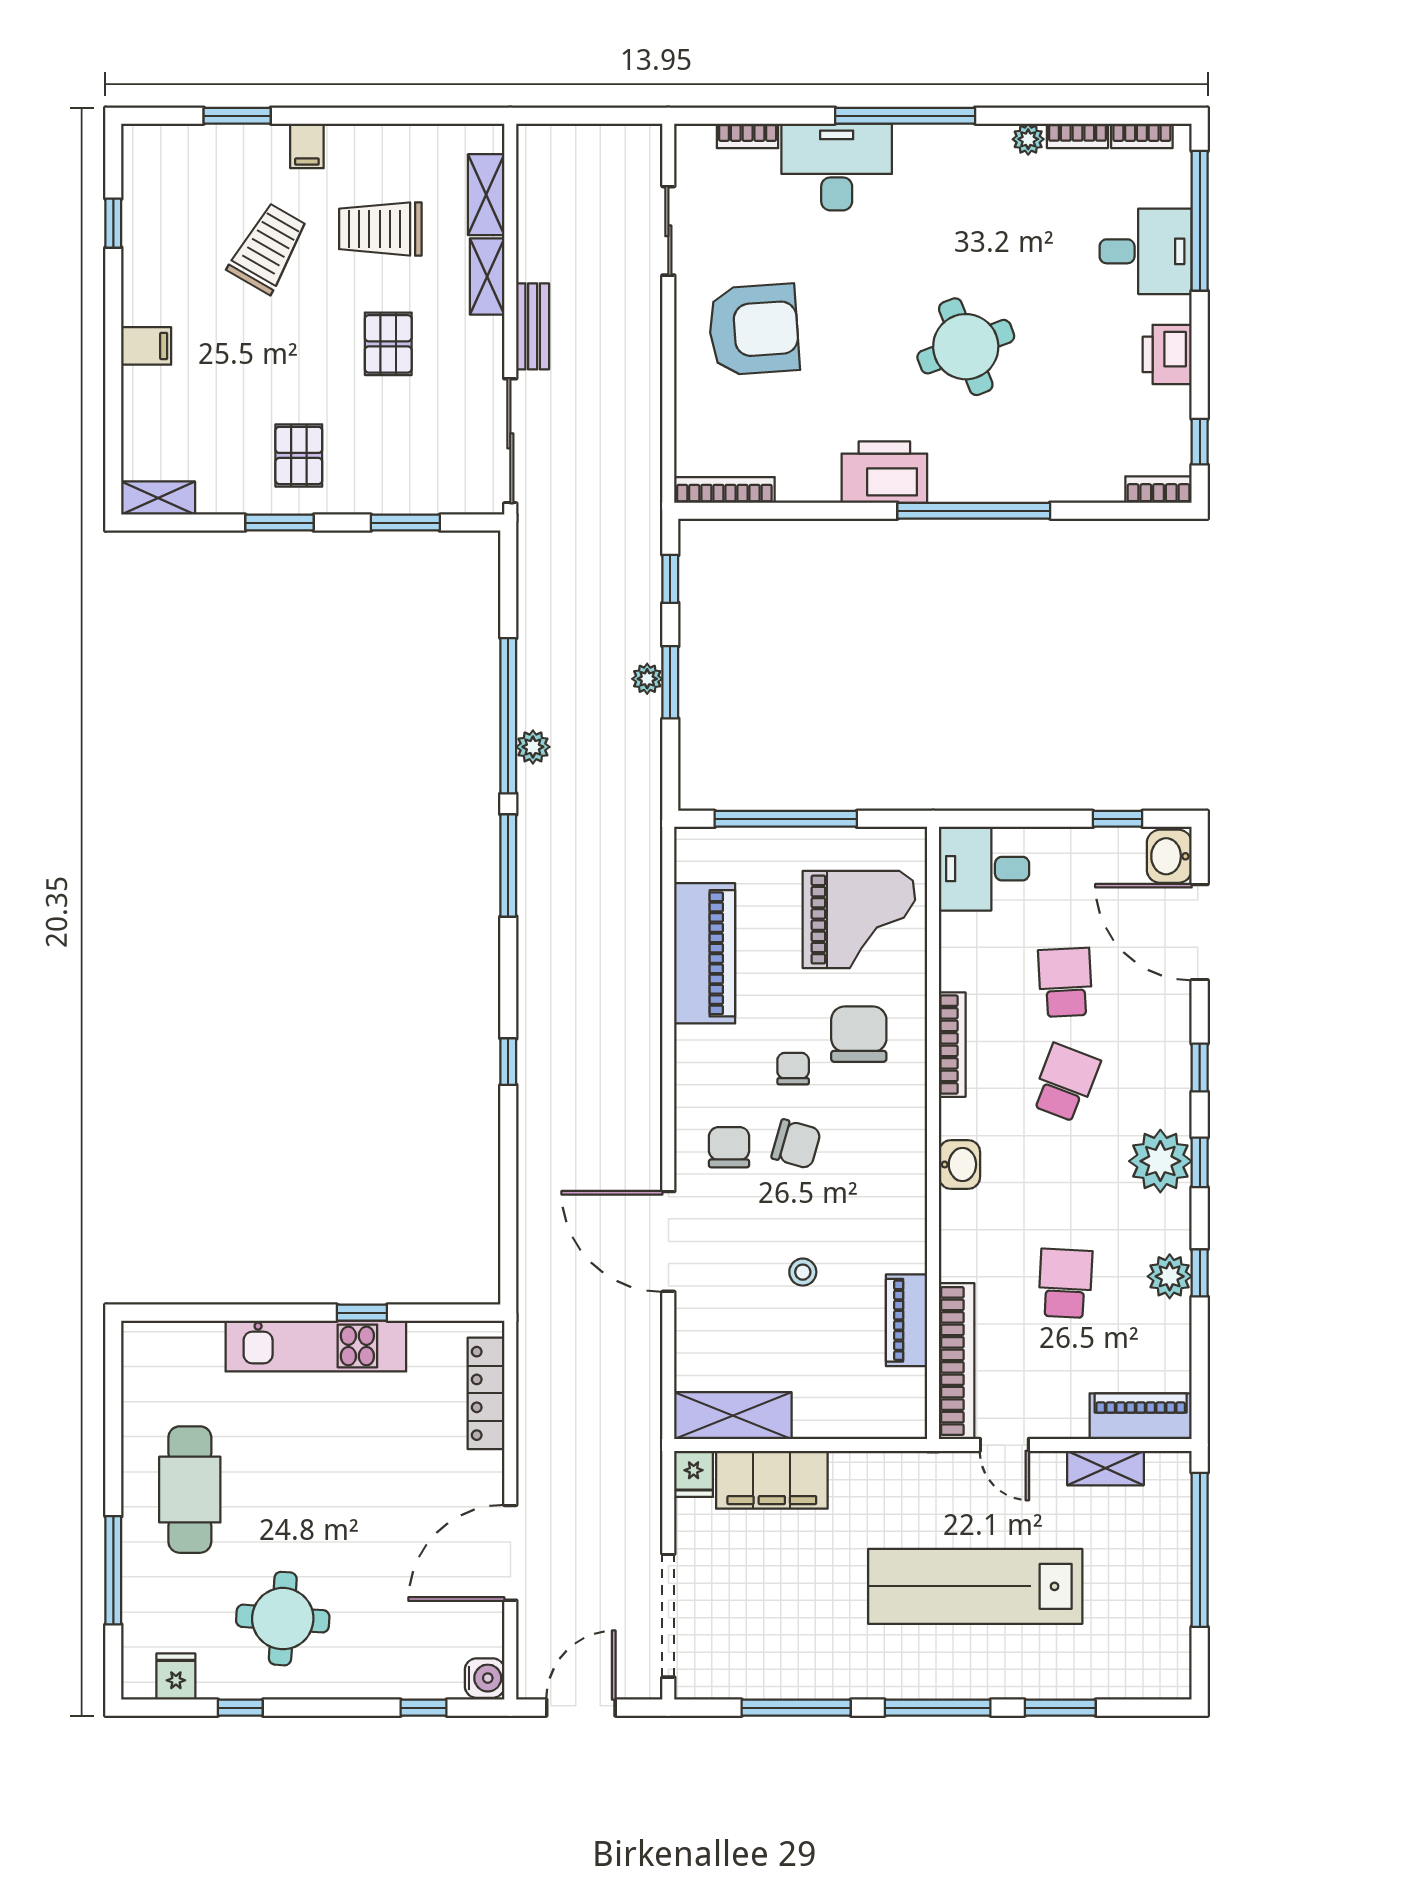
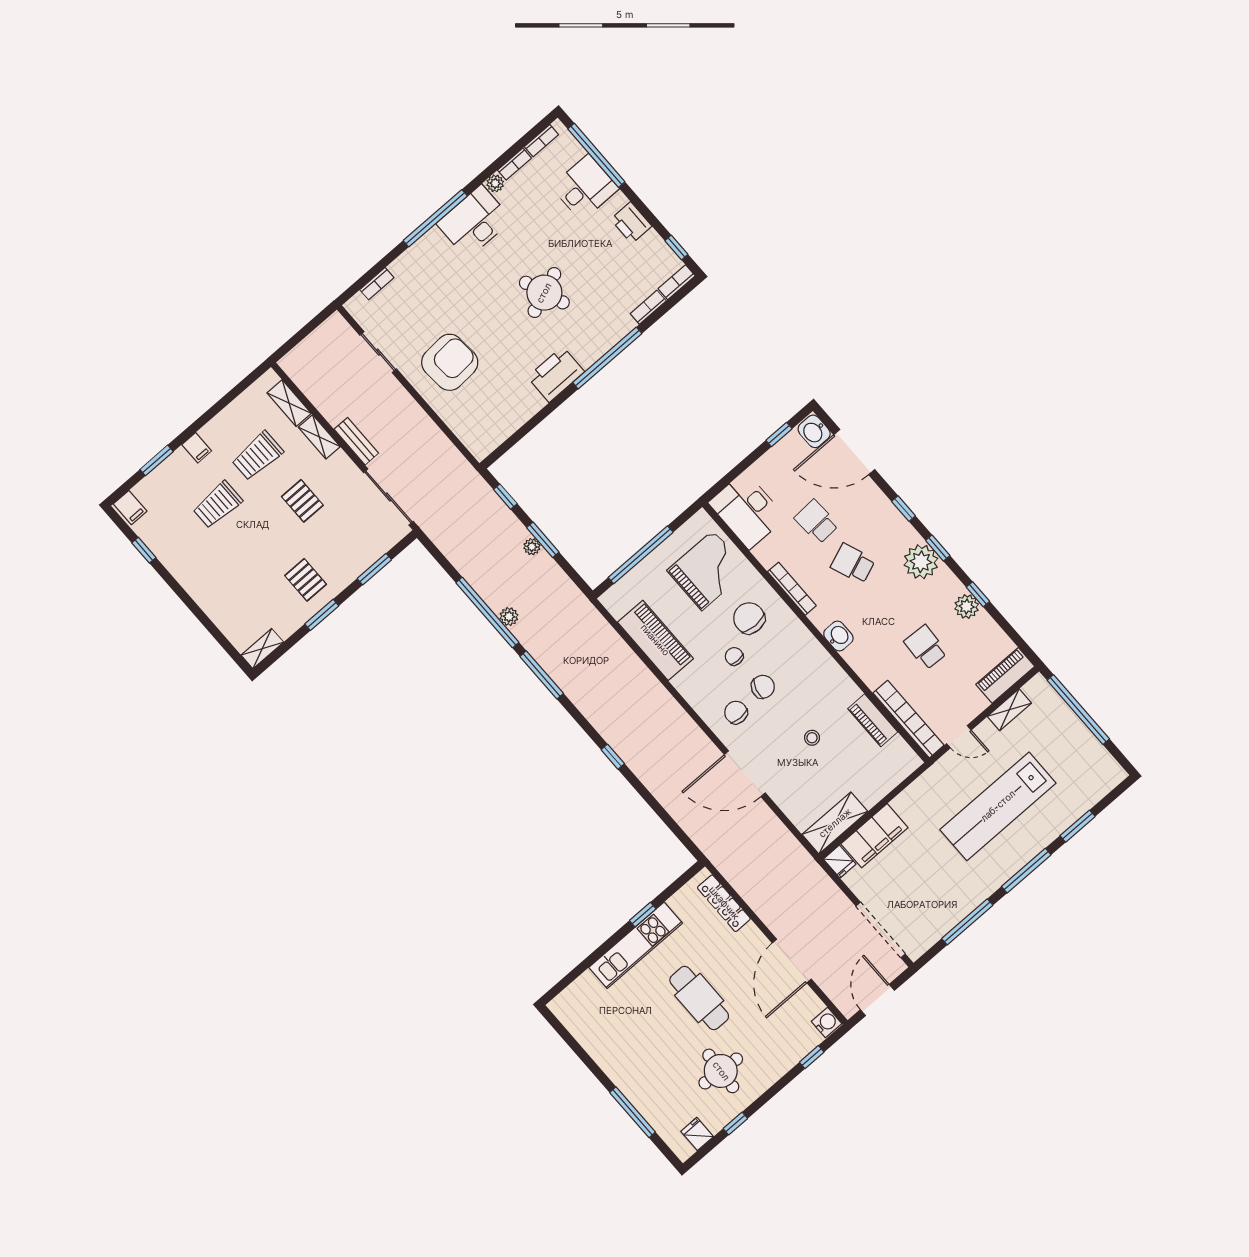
desk: (837, 167) -> (474, 222), moved
trolley: (268, 248) -> (218, 505), turned -120
filing cabinet: (146, 346) -> (130, 508), moved, turned 90
bookcase: (724, 490) -> (648, 307), moved, width x0.64
desk: (984, 869) -> (747, 510), width x1.37
school desk: (1065, 1083) -> (853, 564), turned -42
cafe table: (190, 1490) -> (699, 998), moved

